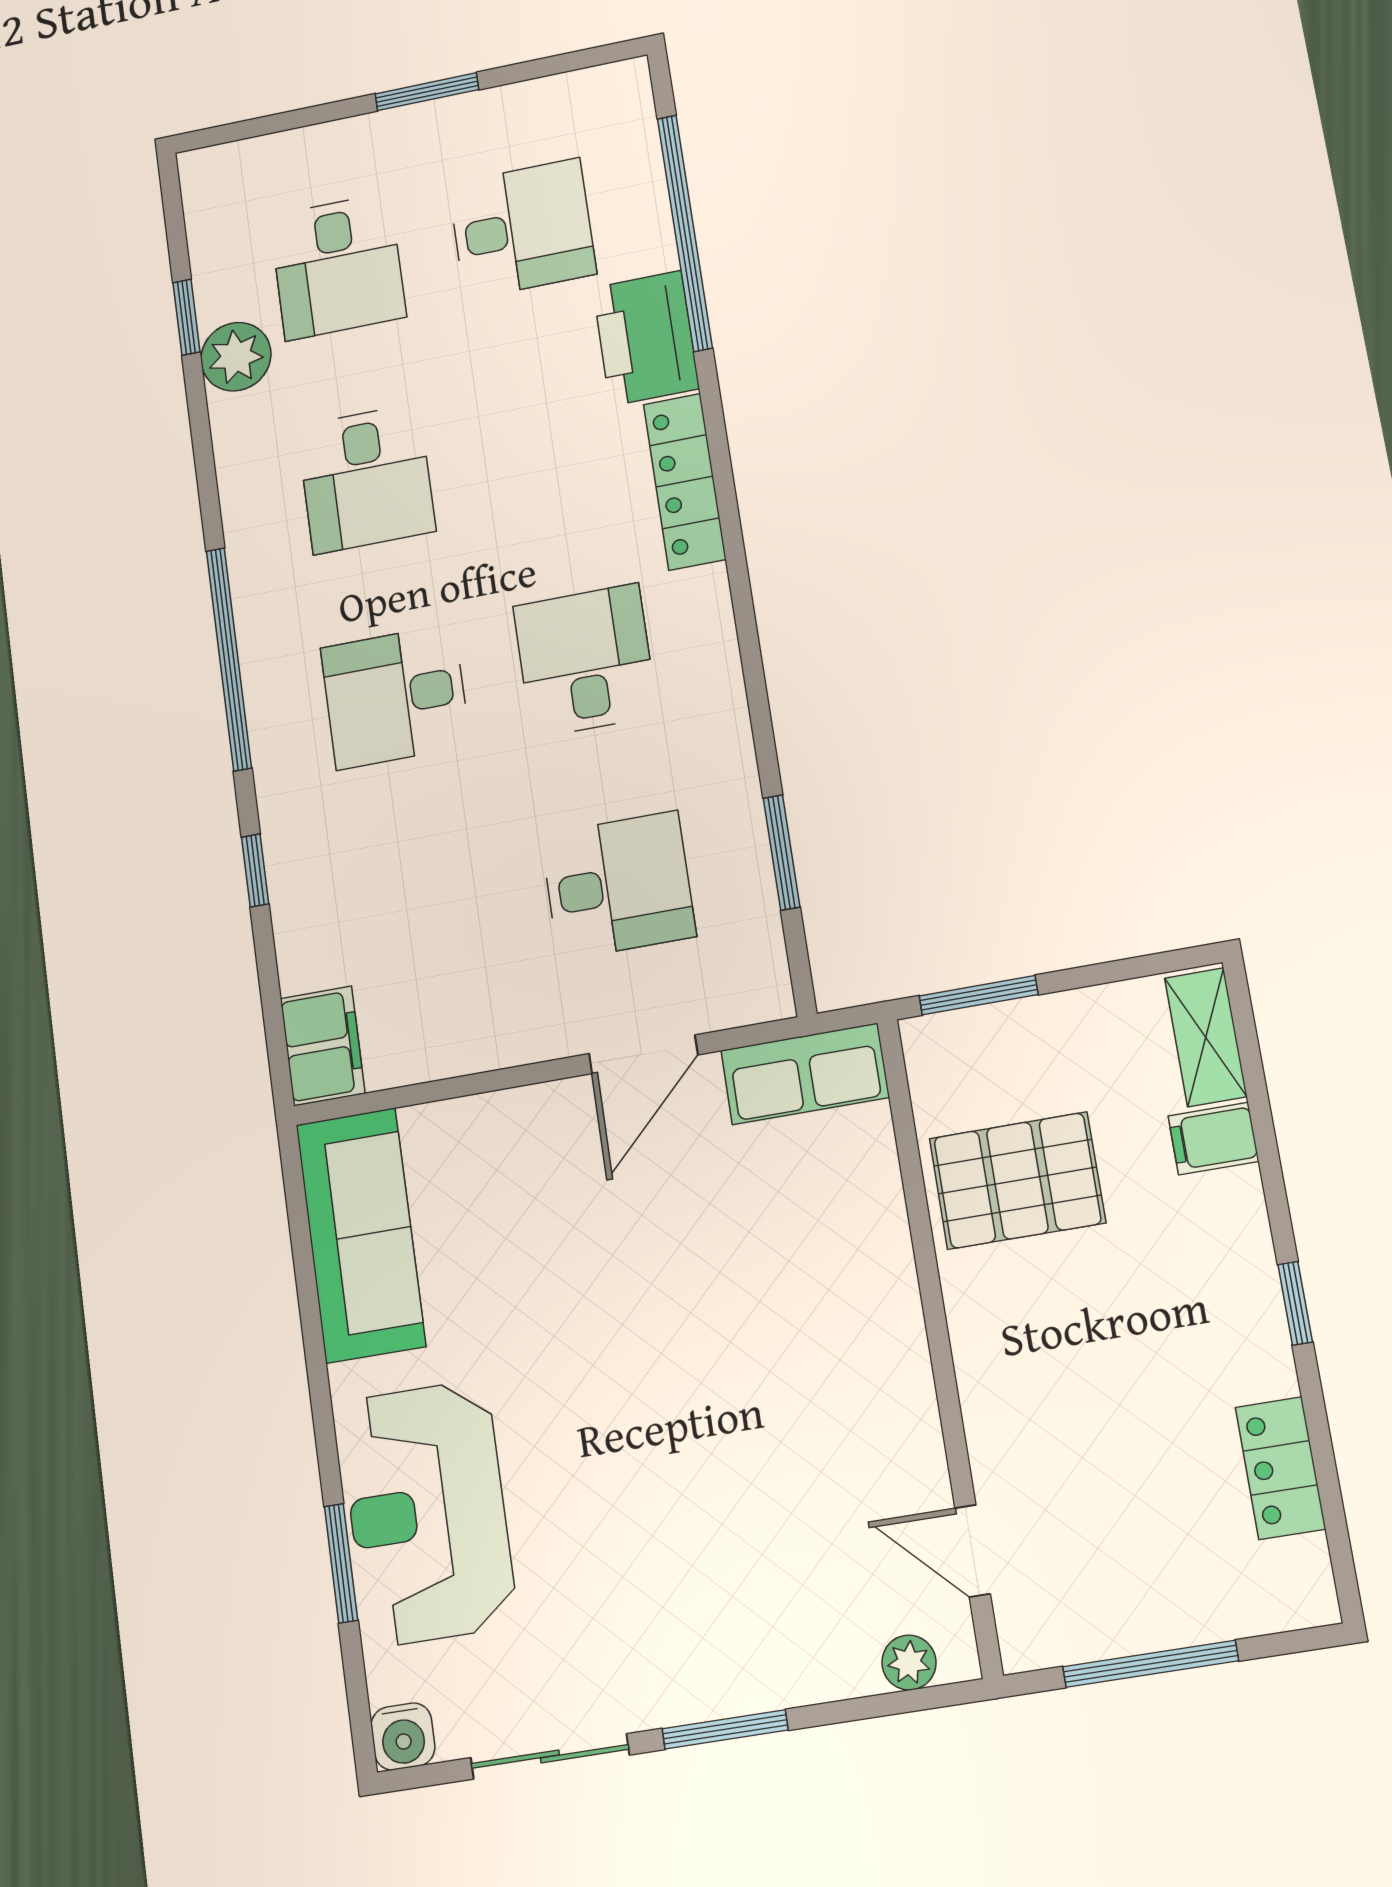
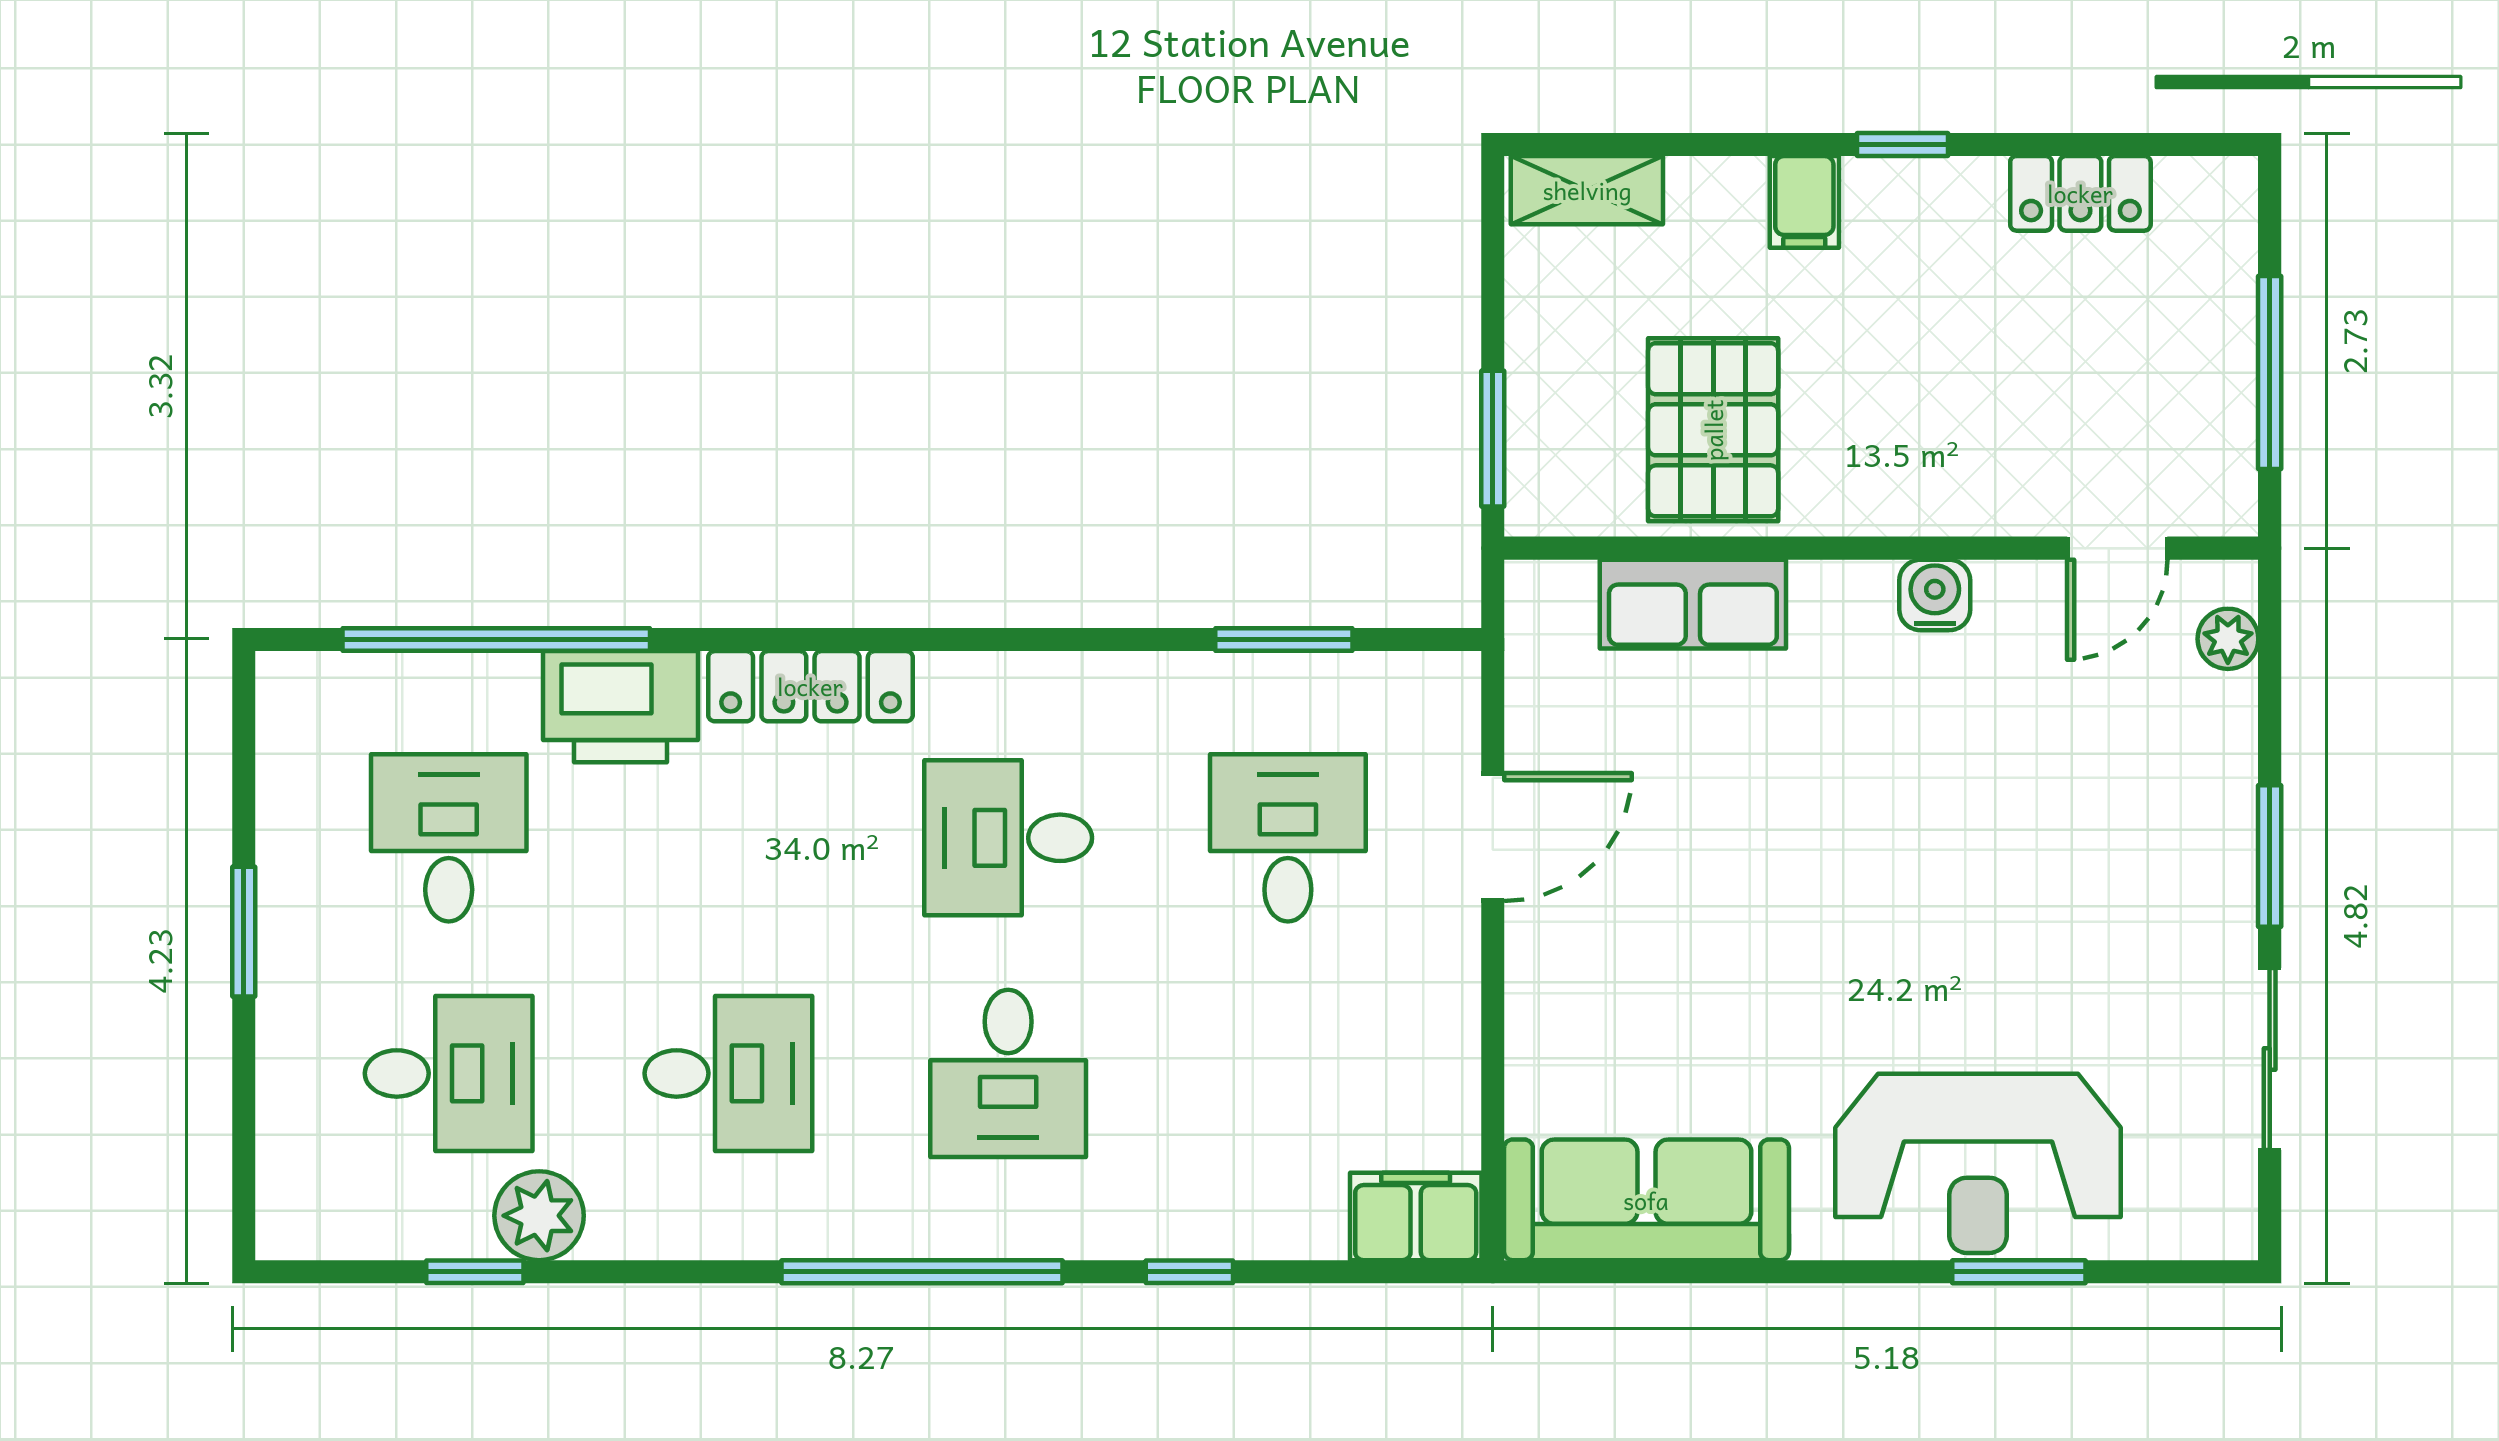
door: (643, 1054) -> (1493, 837), hinge flipped
row of seats: (805, 1074) -> (1693, 604), moved, turned 90
filing cabinet: (1213, 1139) -> (1804, 202), moved
water cooler: (403, 1737) -> (1935, 595), moved, turned -90

